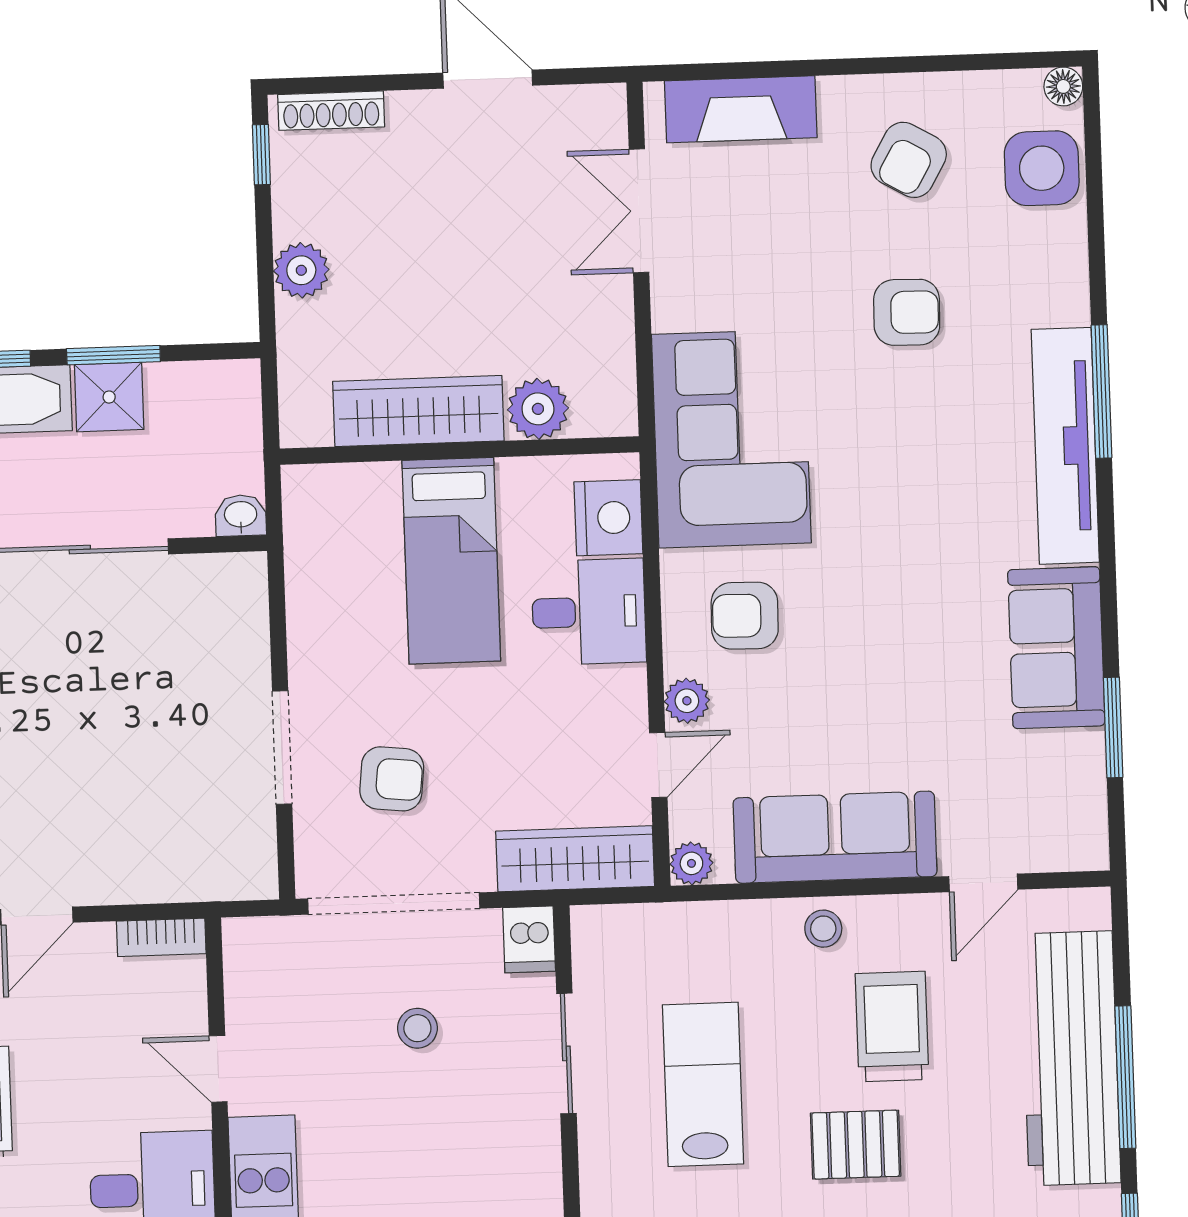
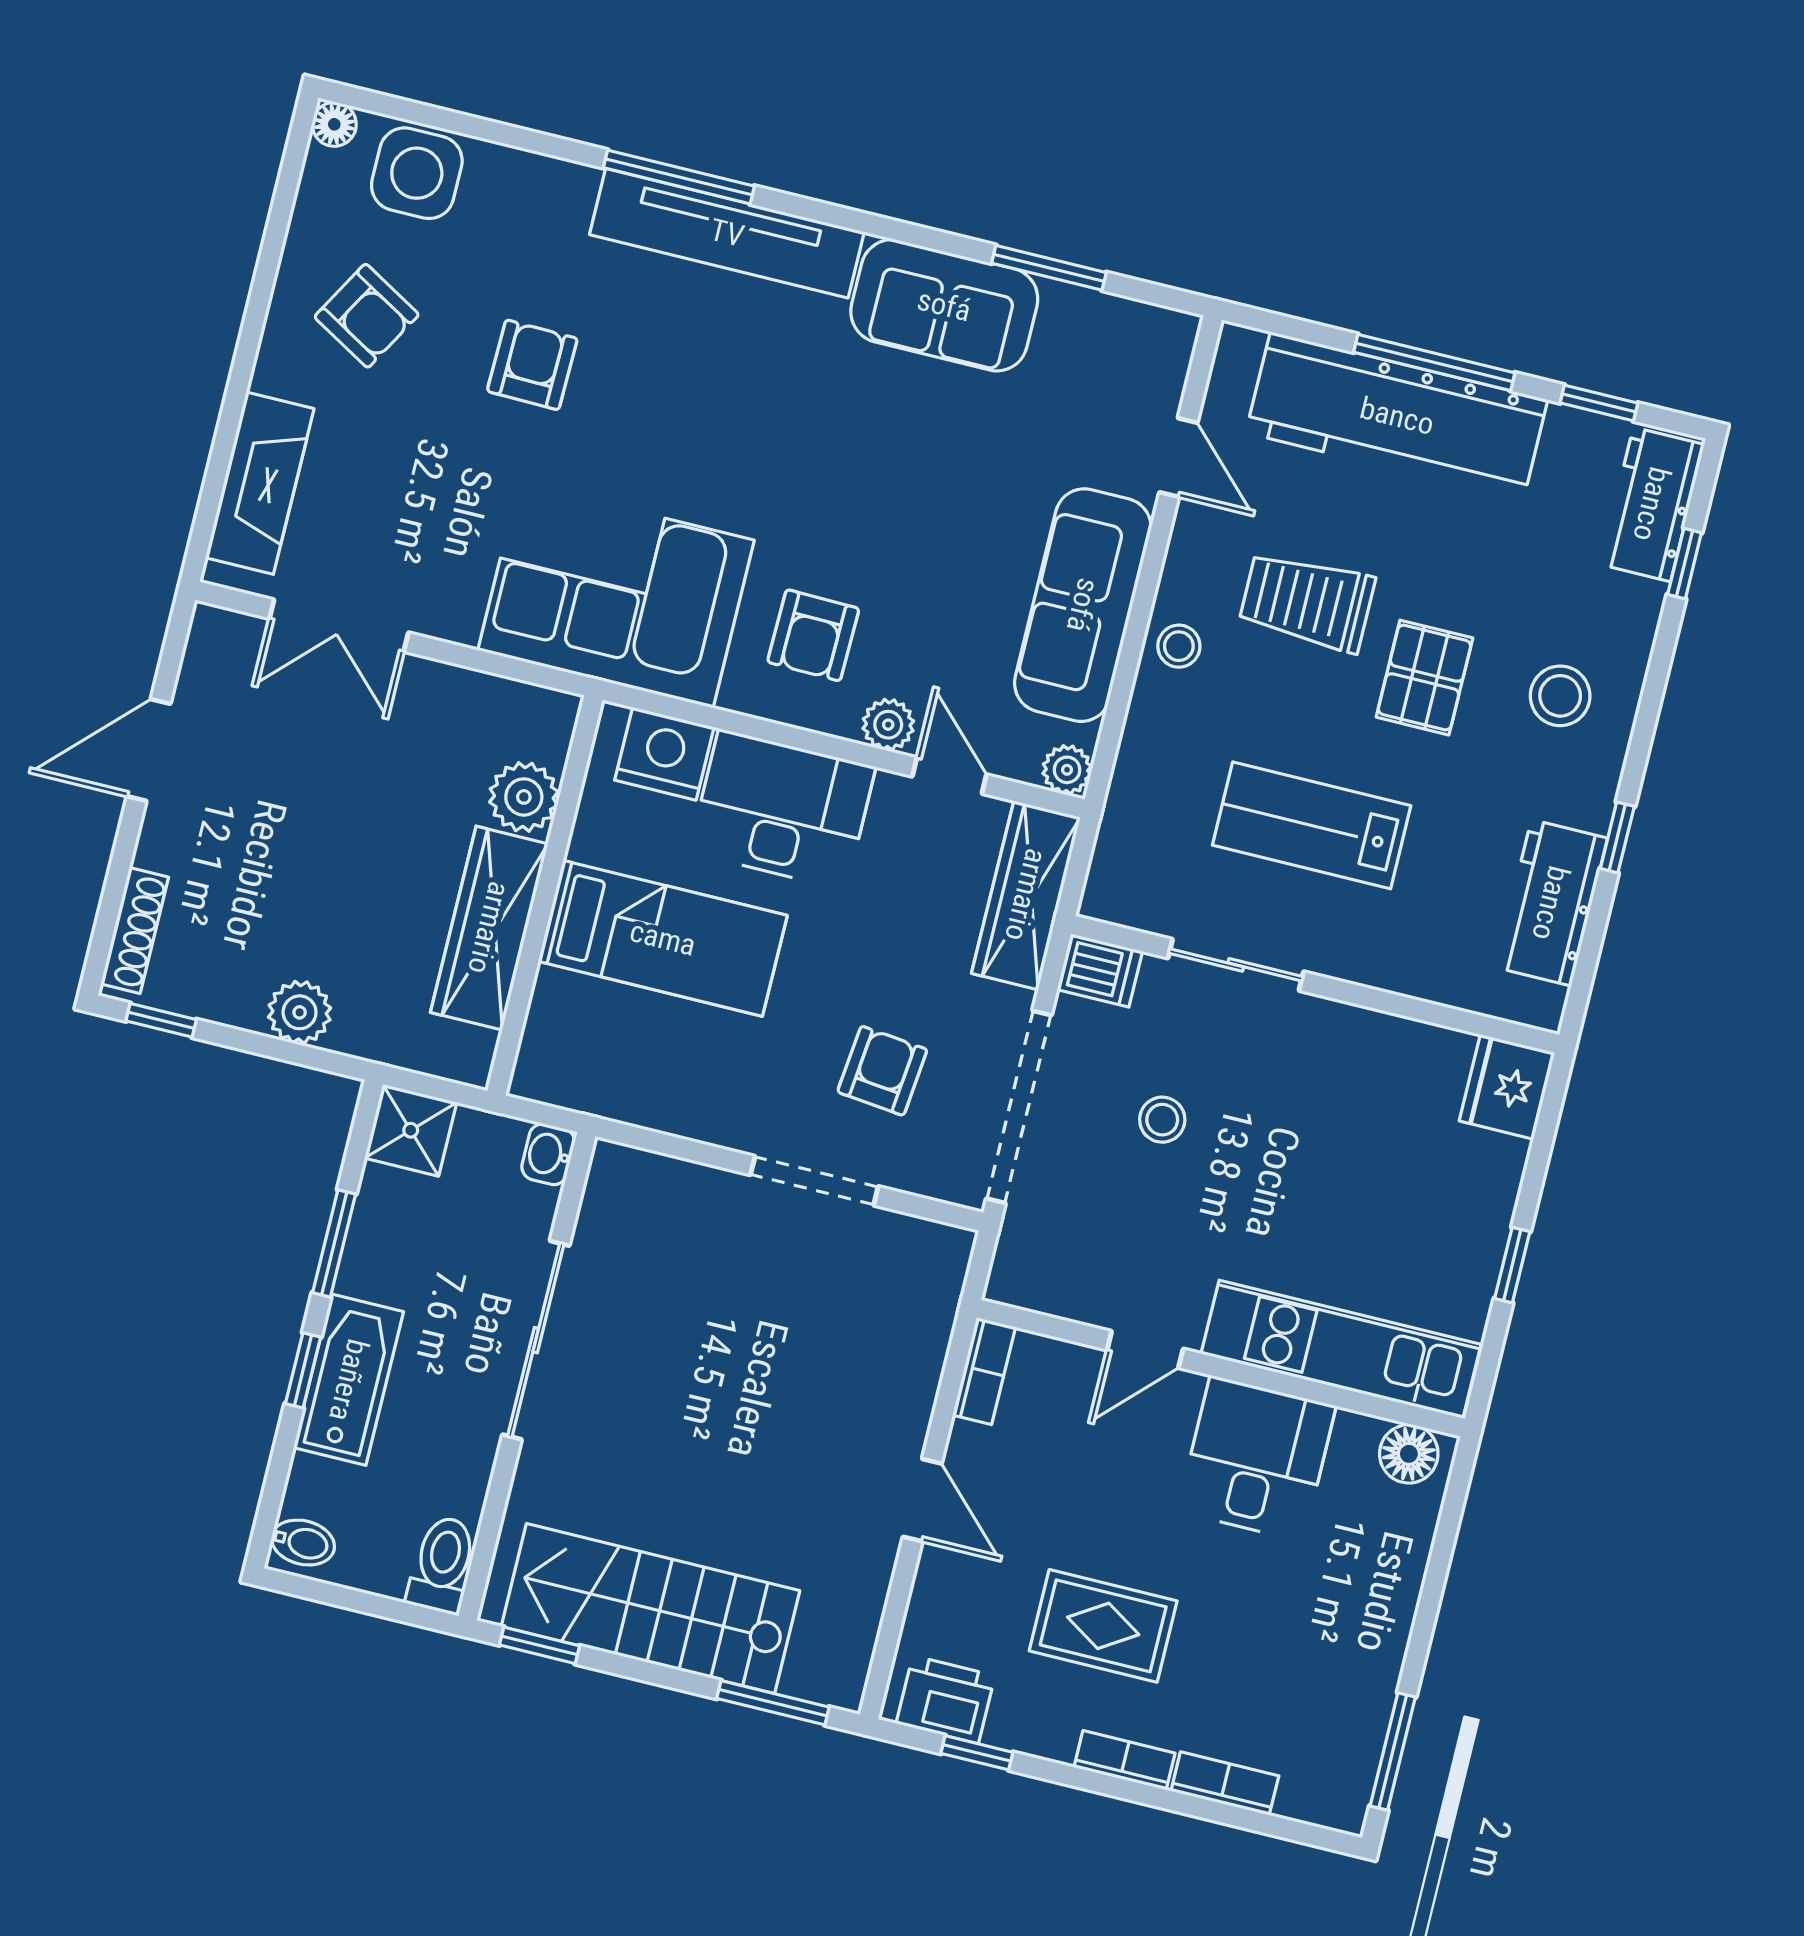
shower: (109, 397) -> (411, 1130), moved
desk: (589, 612) -> (782, 809), width x1.37

